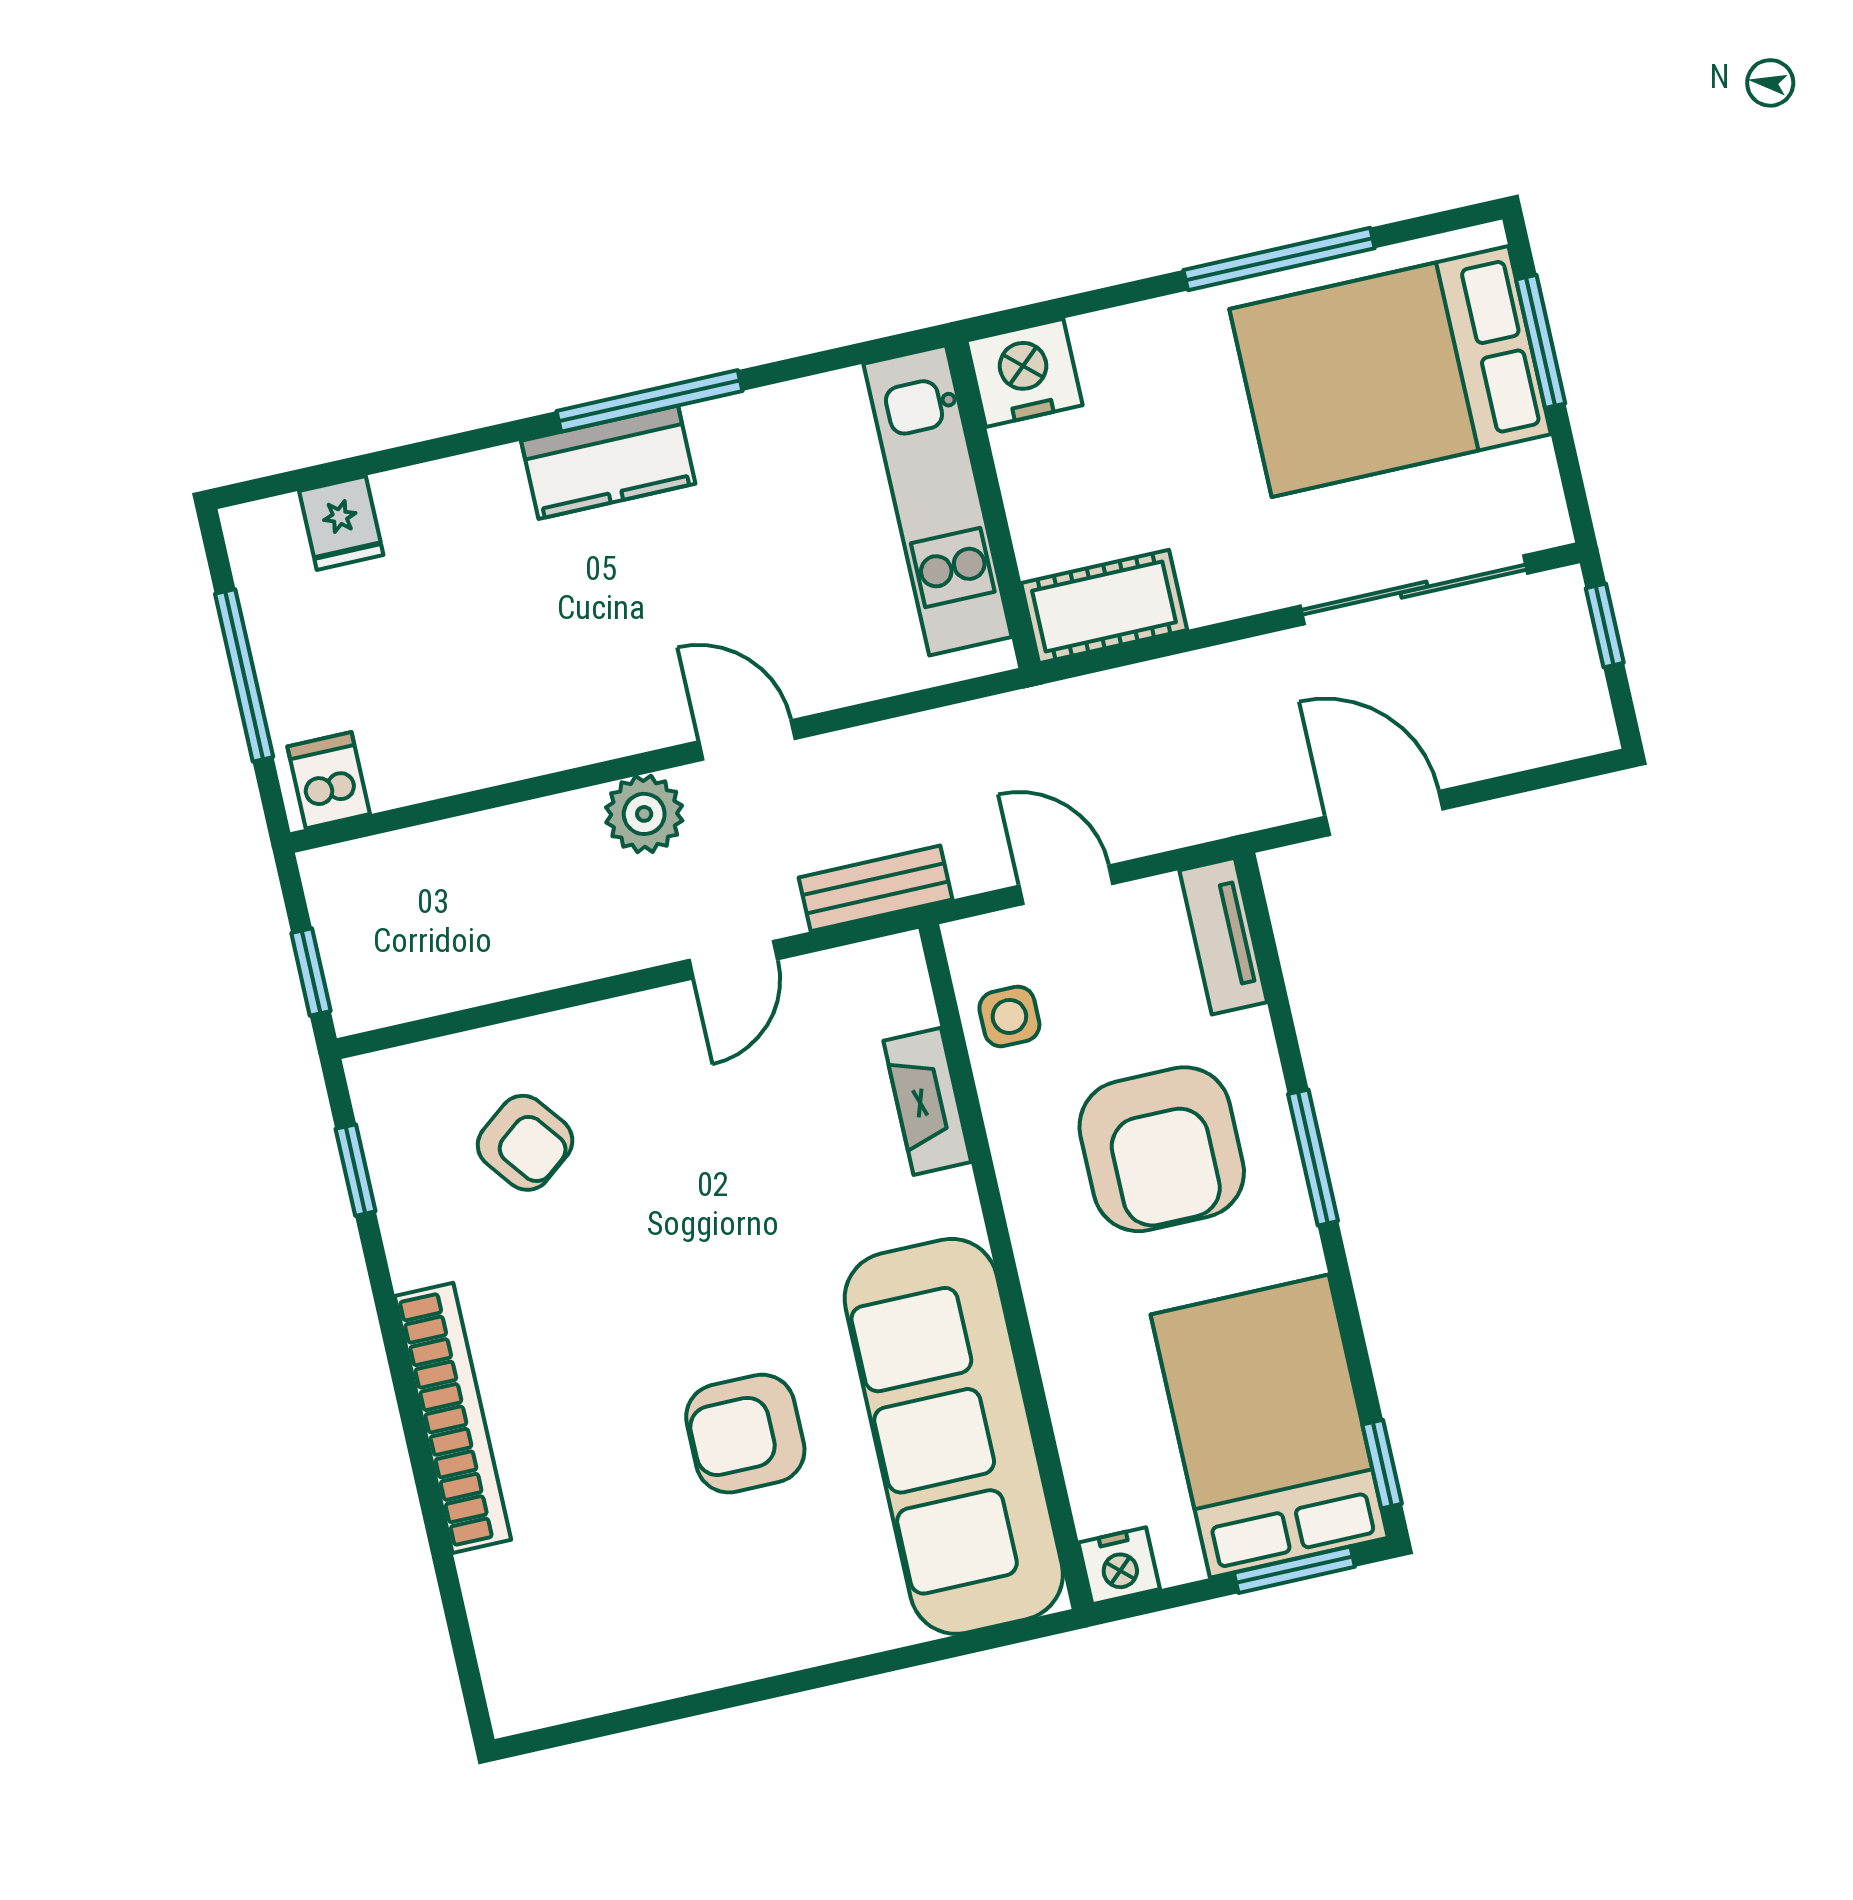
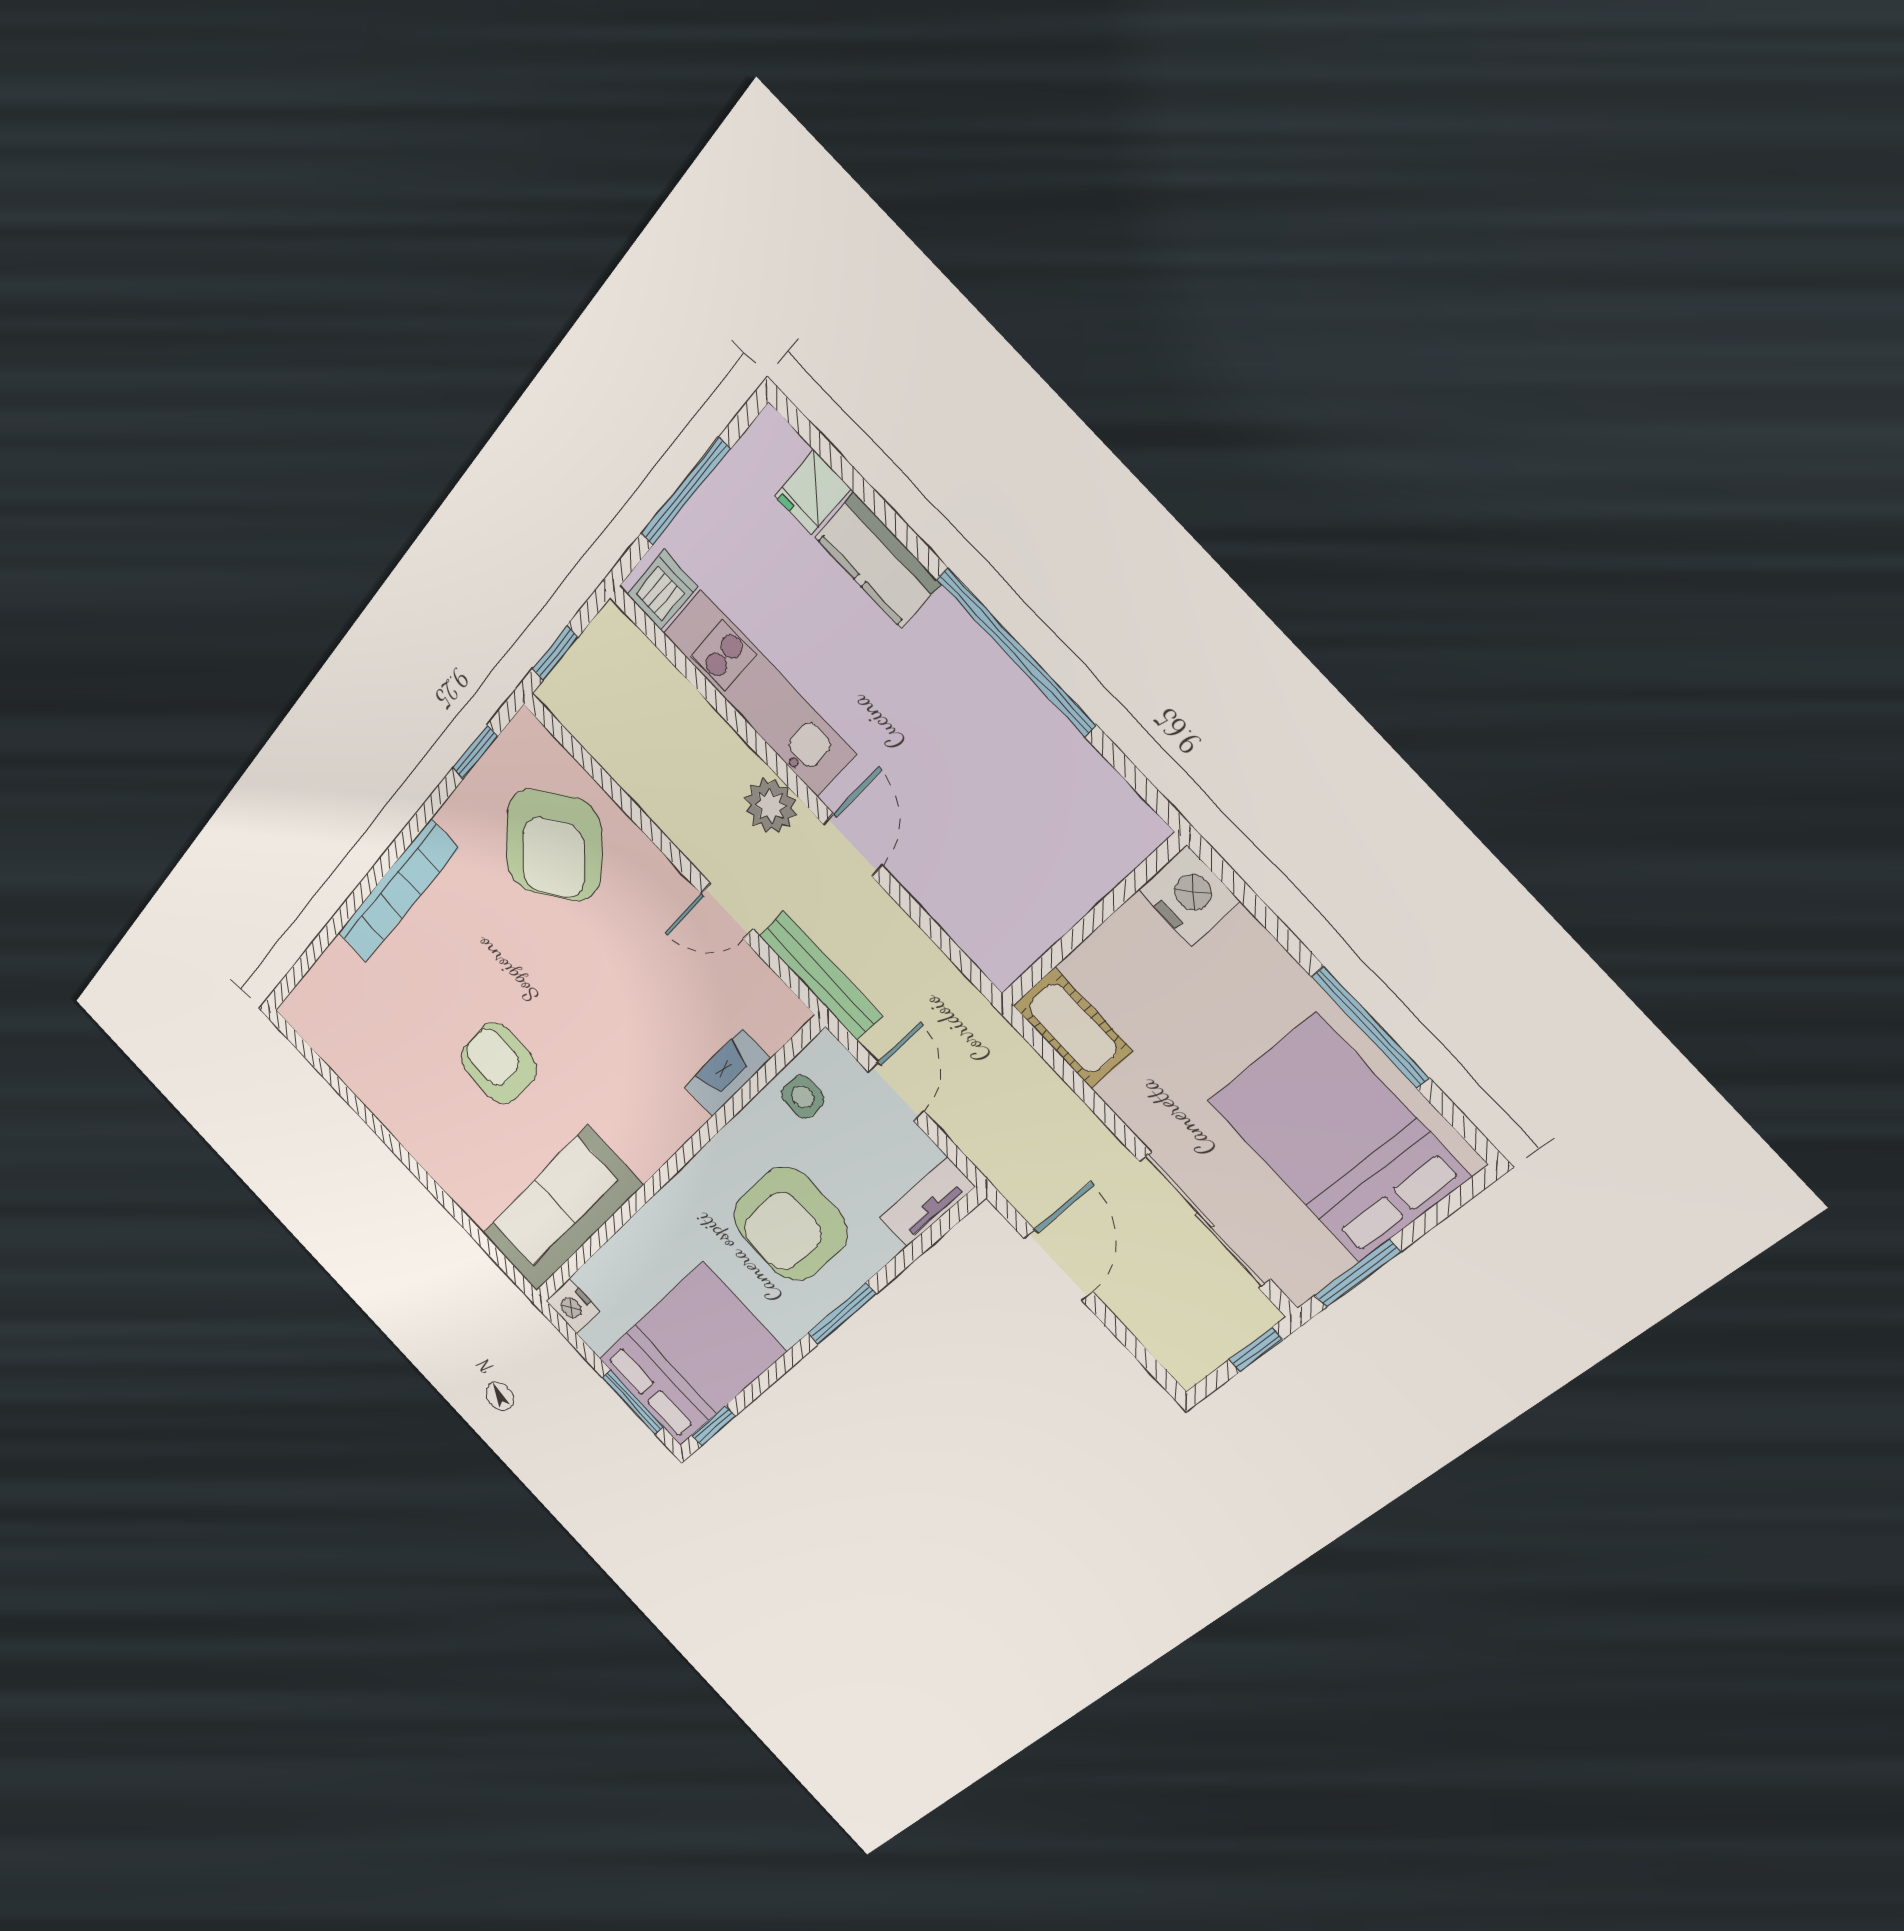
window: (1541, 341) -> (1358, 1273), moved
window: (649, 401) -> (1016, 652), width x1.46
kitchen counter: (608, 462) -> (878, 561), moved
kitchen unit: (938, 500) -> (759, 693), moved, turned 90
bench: (875, 888) -> (820, 976), width x1.36
armchair: (525, 1143) -> (554, 845), width x1.88, depth x1.88
sofa: (954, 1436) -> (562, 1209), width x0.74, depth x0.79

